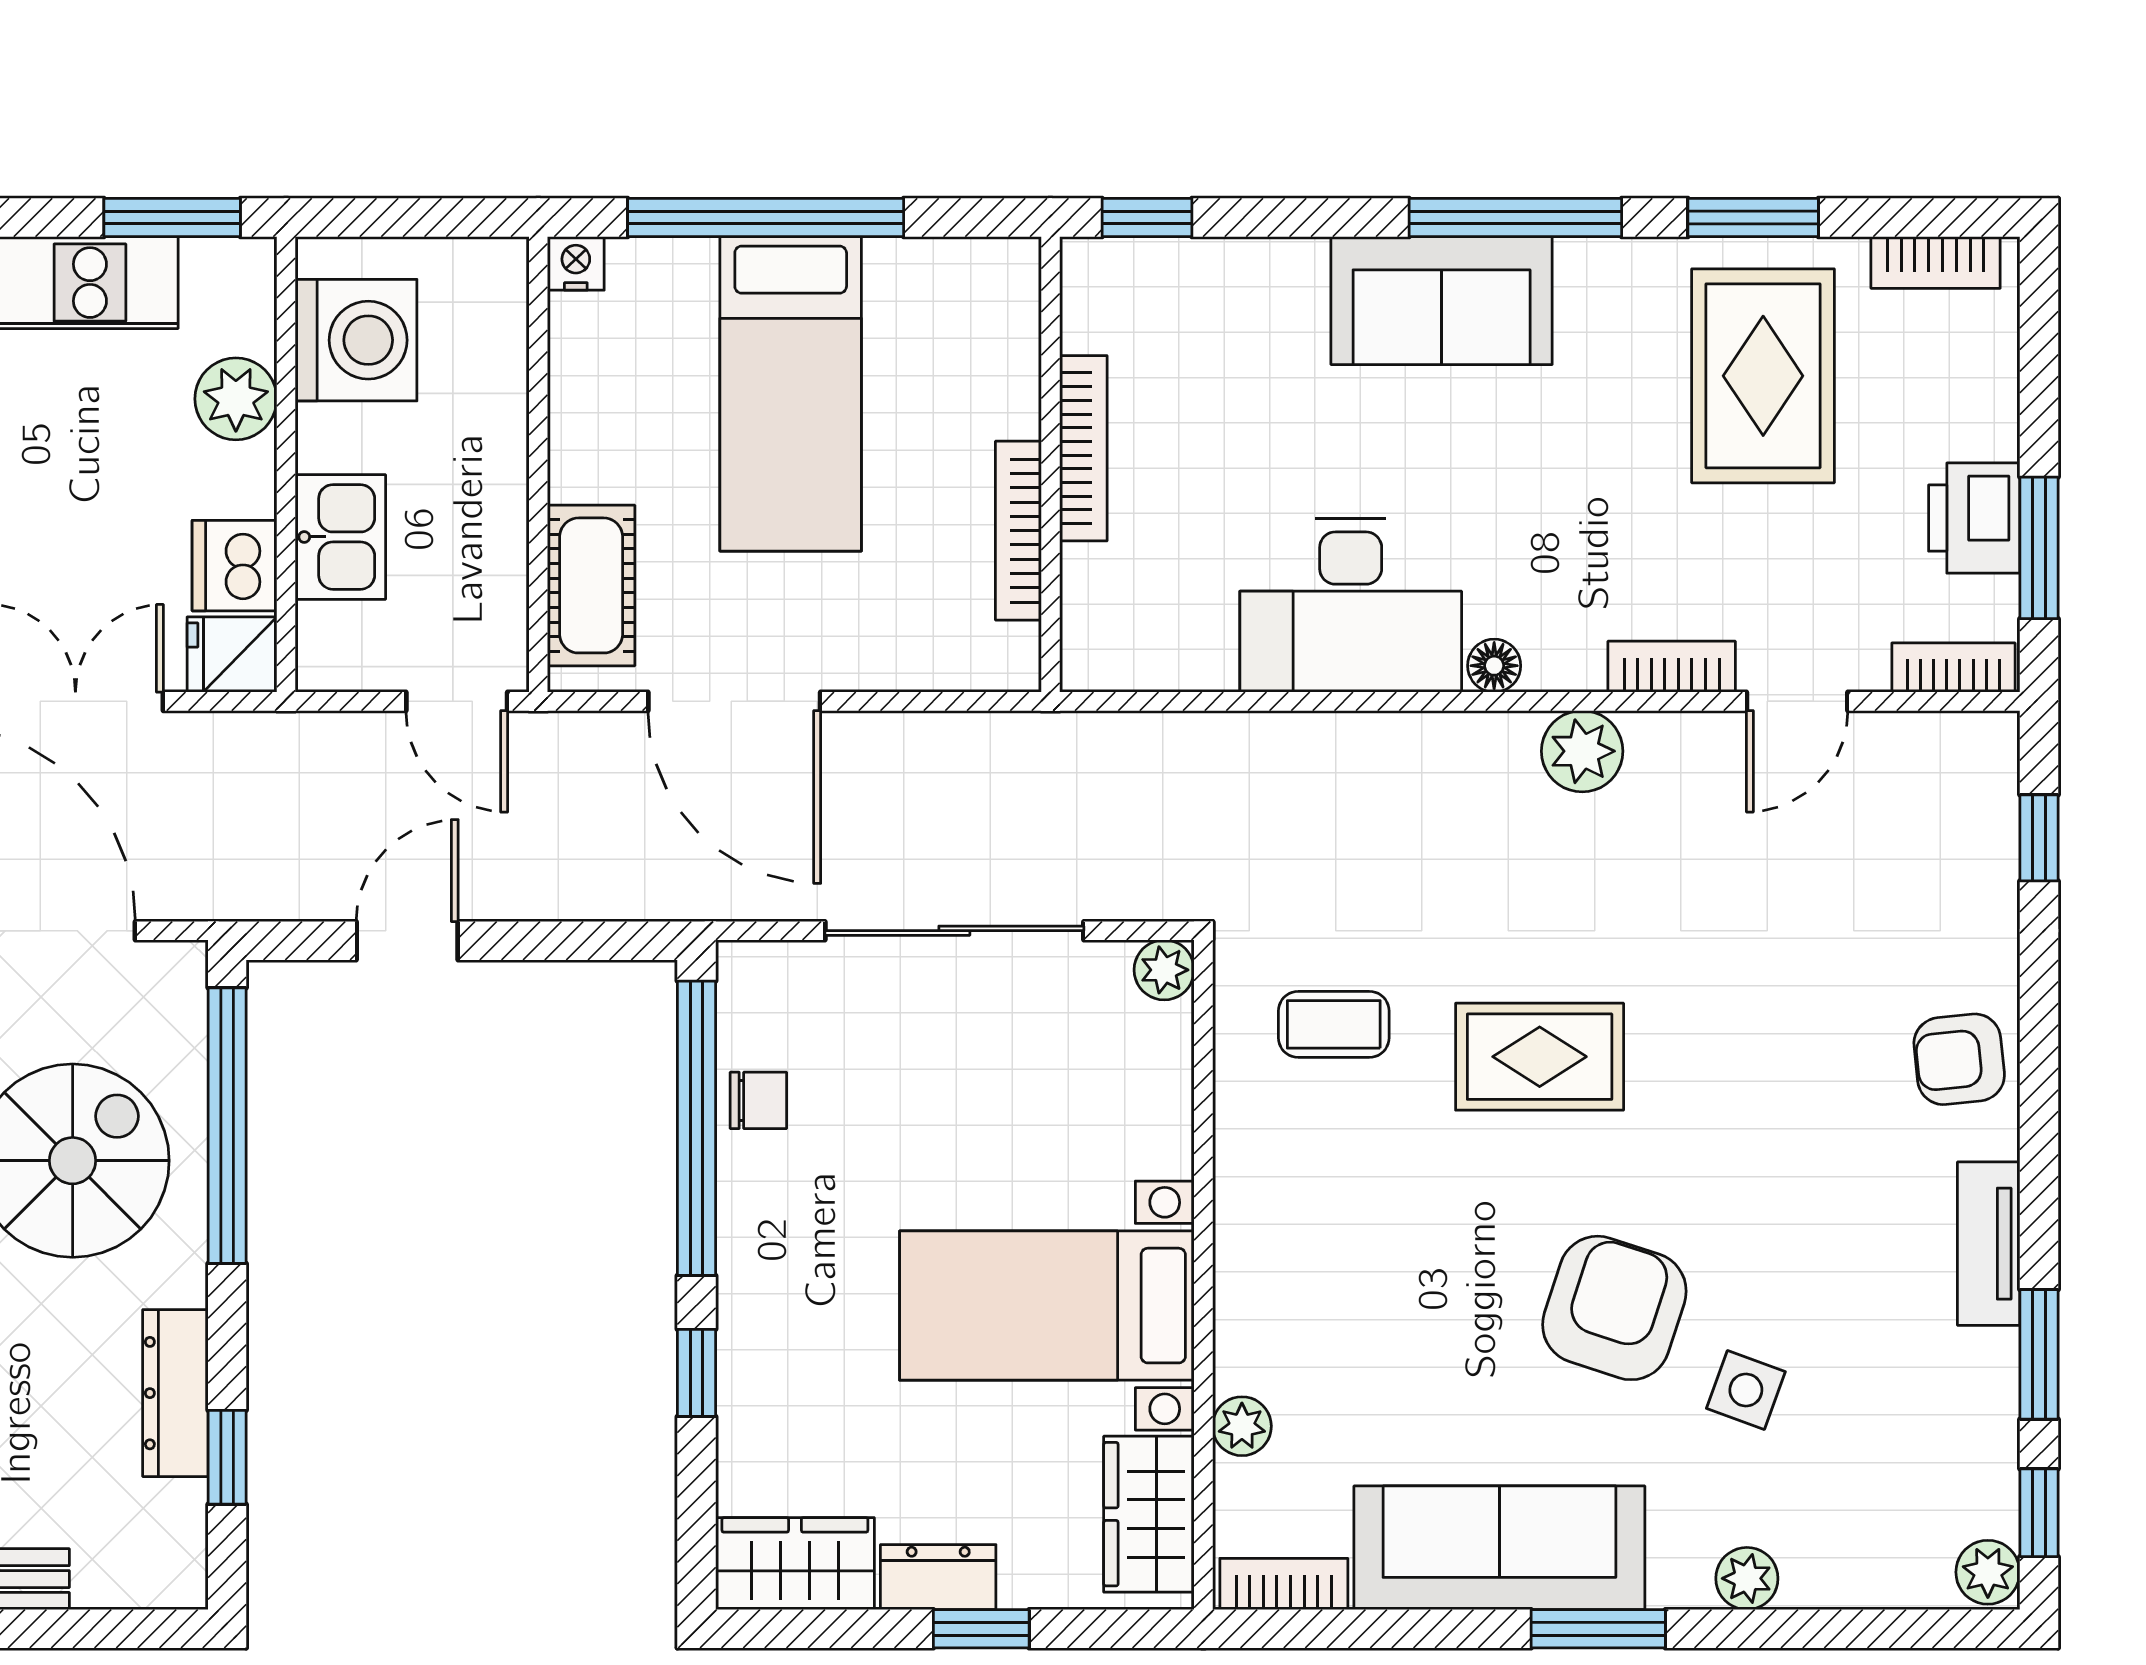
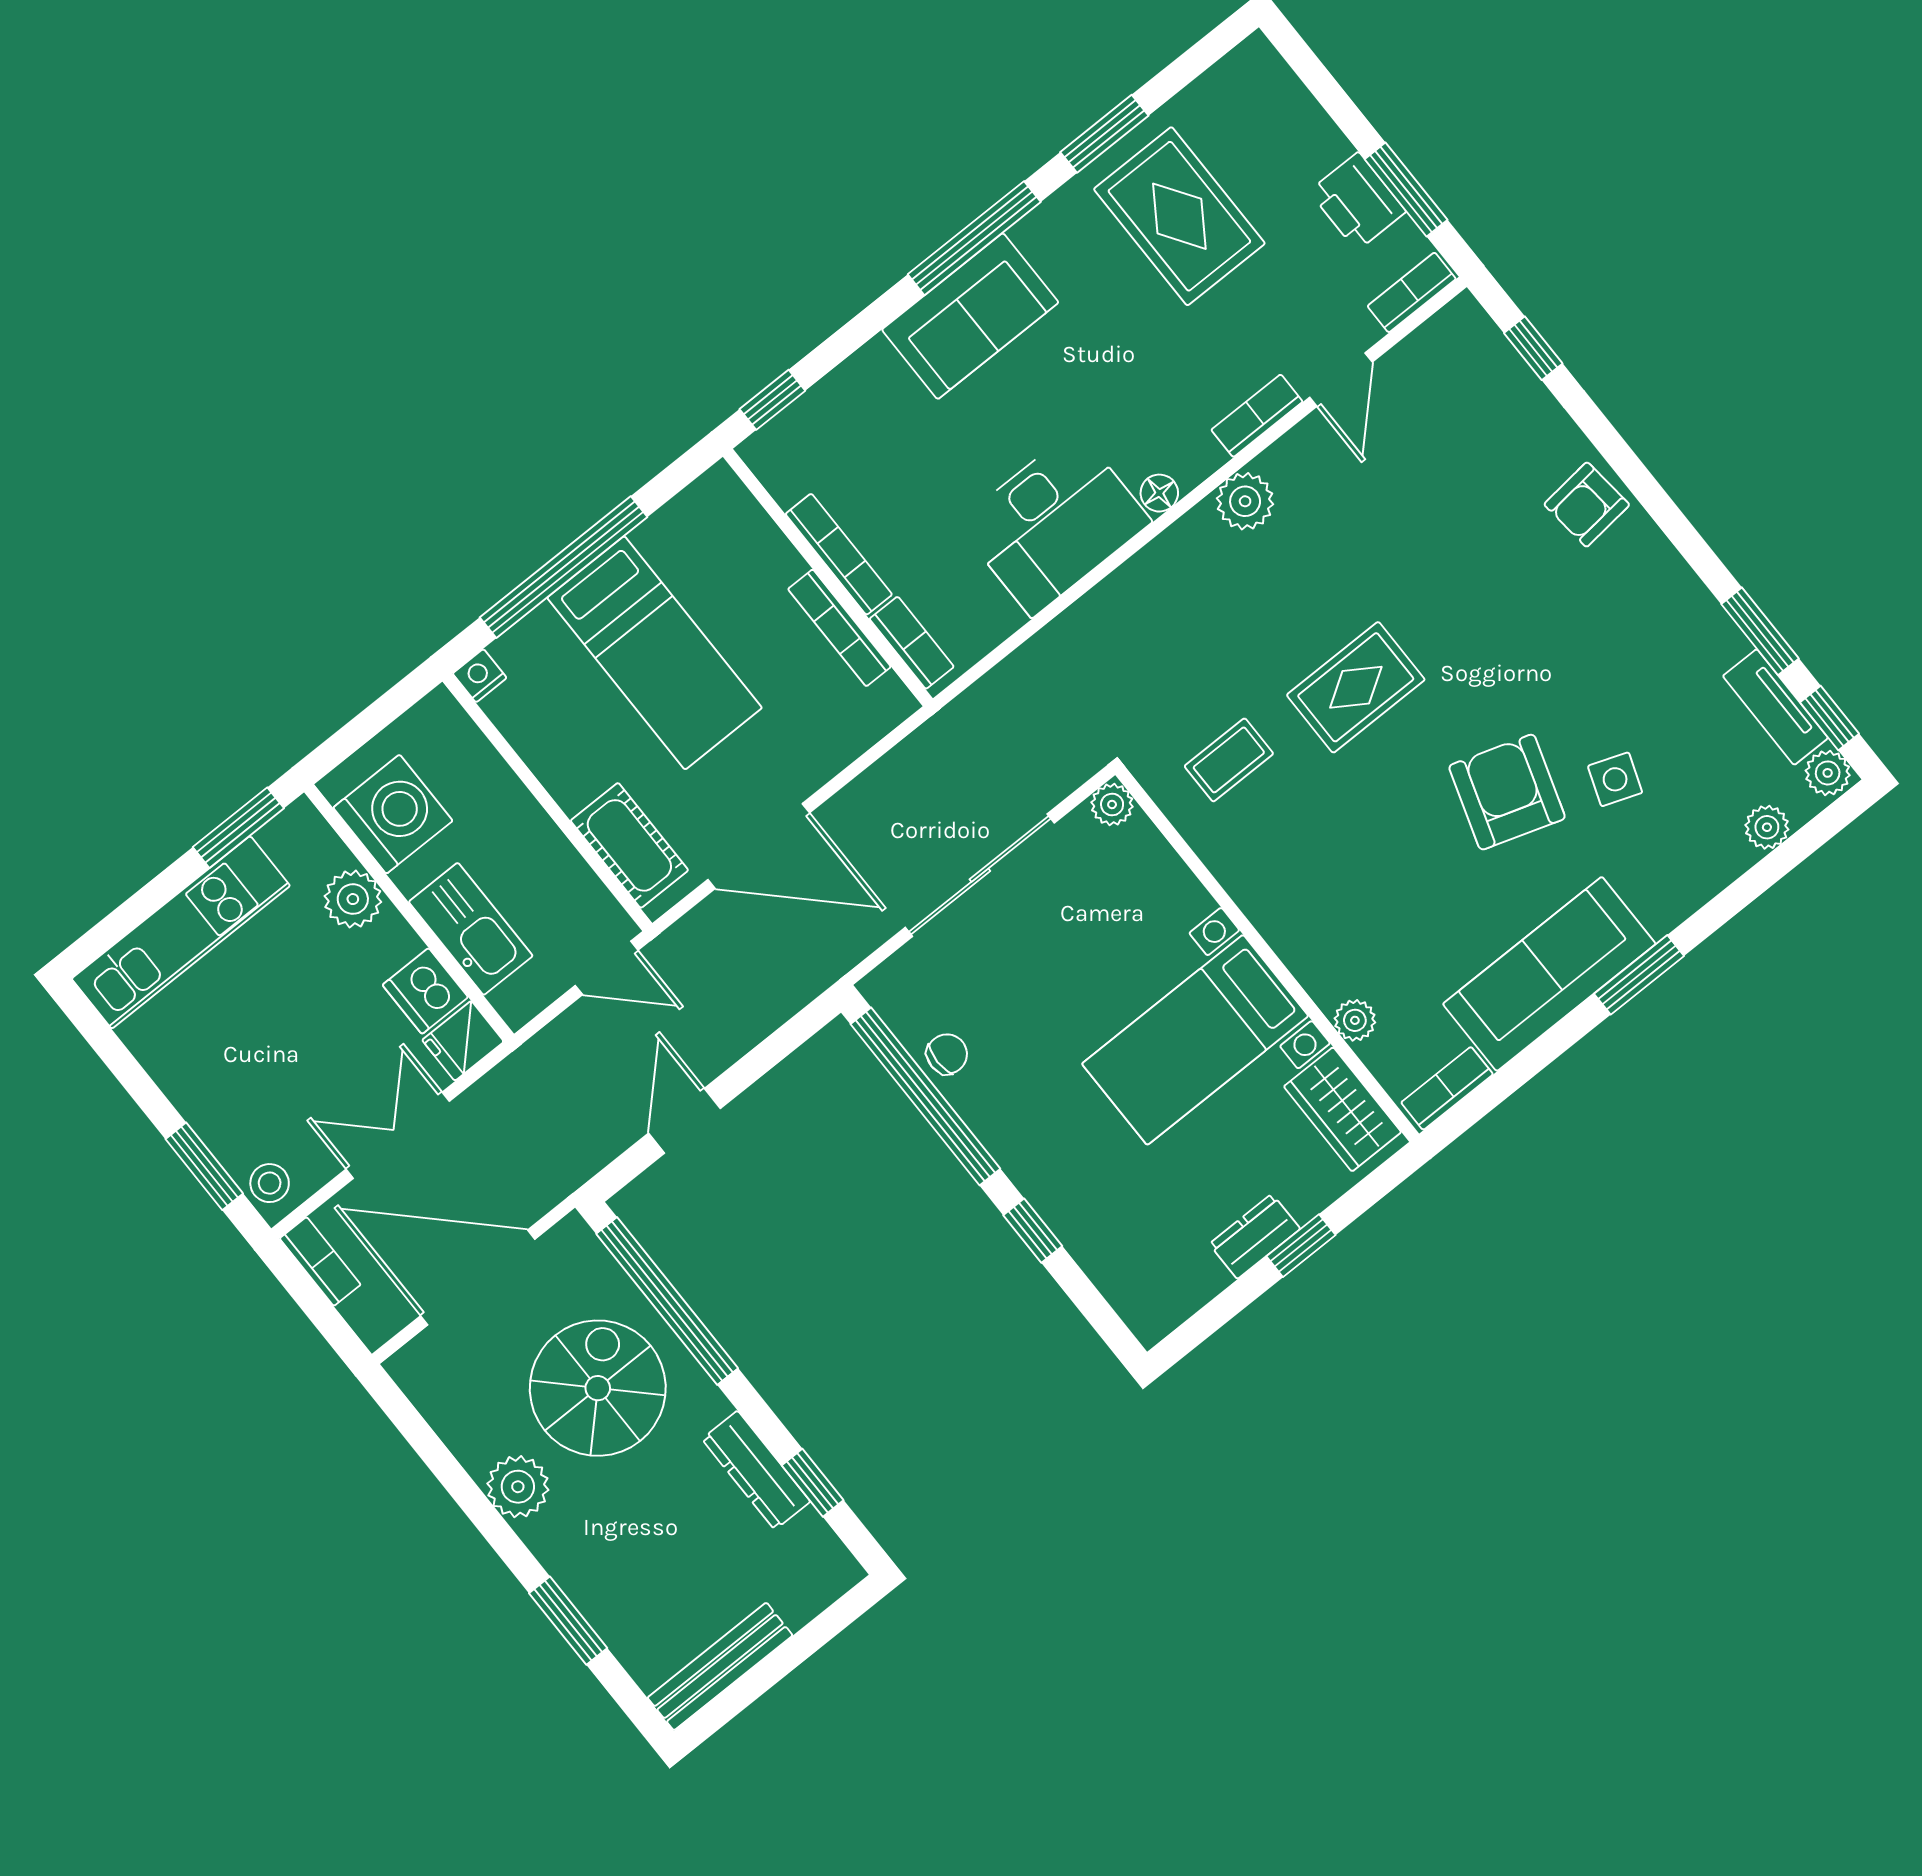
bookcase: (1936, 262) -> (912, 643), moved, turned -90
kitchen sink: (340, 537) -> (471, 929), width x1.38
tv unit: (1989, 1244) -> (1775, 707), moved
wardrobe: (795, 1564) -> (1170, 1292), removed
plant: (1747, 1578) -> (1767, 827), moved

